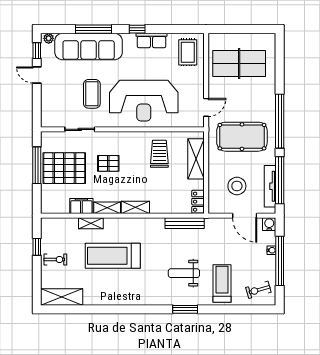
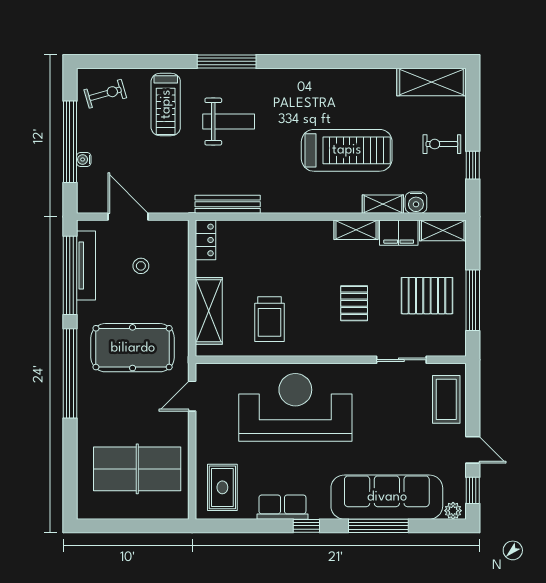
coffee table: (92, 94) -> (446, 399), moved
pallet: (108, 163) -> (354, 303), turned 90
pallet: (64, 168) -> (427, 296), width x0.73, depth x0.71
stool: (237, 186) -> (141, 266), width x0.53, depth x0.53
shelving: (135, 207) -> (443, 230), moved
water cooler: (269, 224) -> (416, 203), moved
window: (185, 309) -> (227, 61), width x1.44

